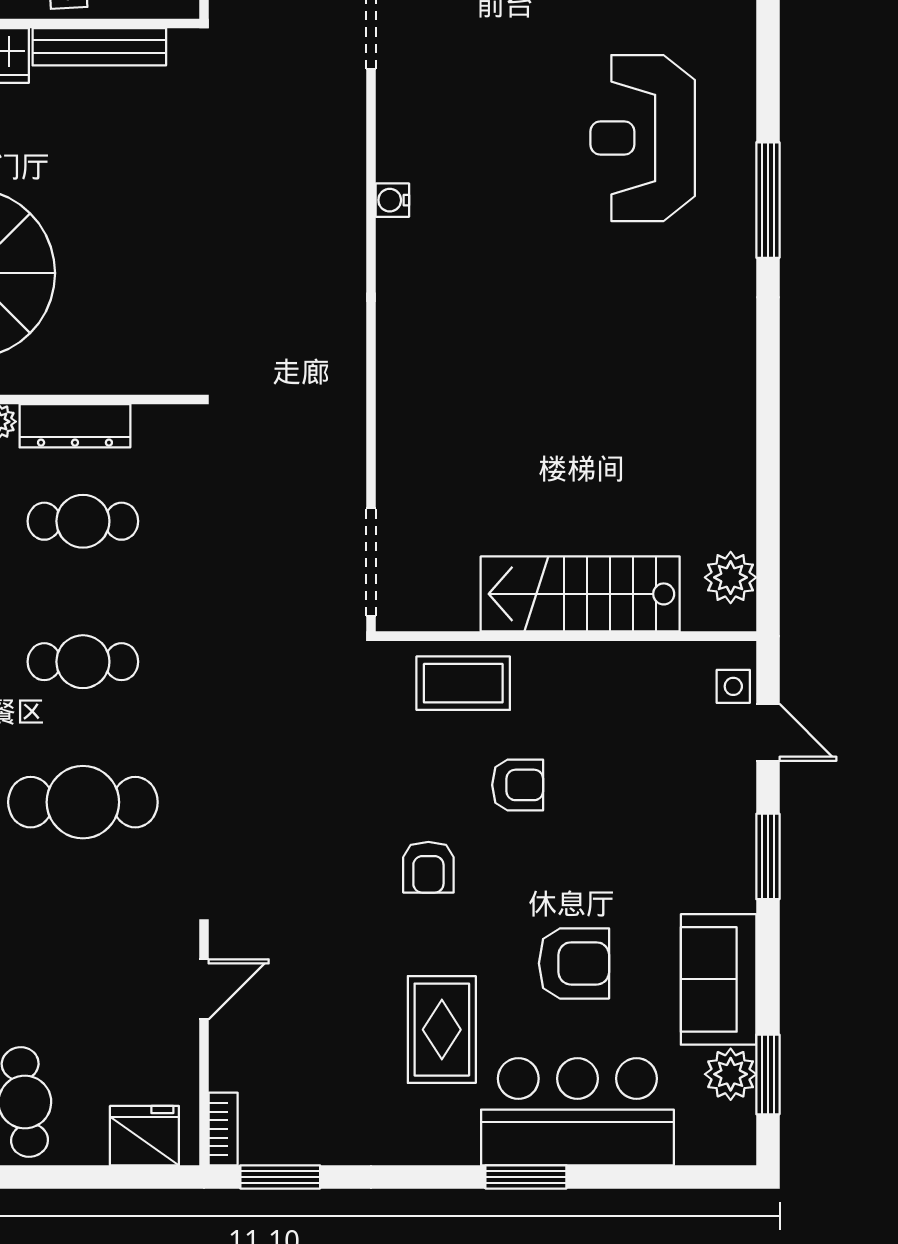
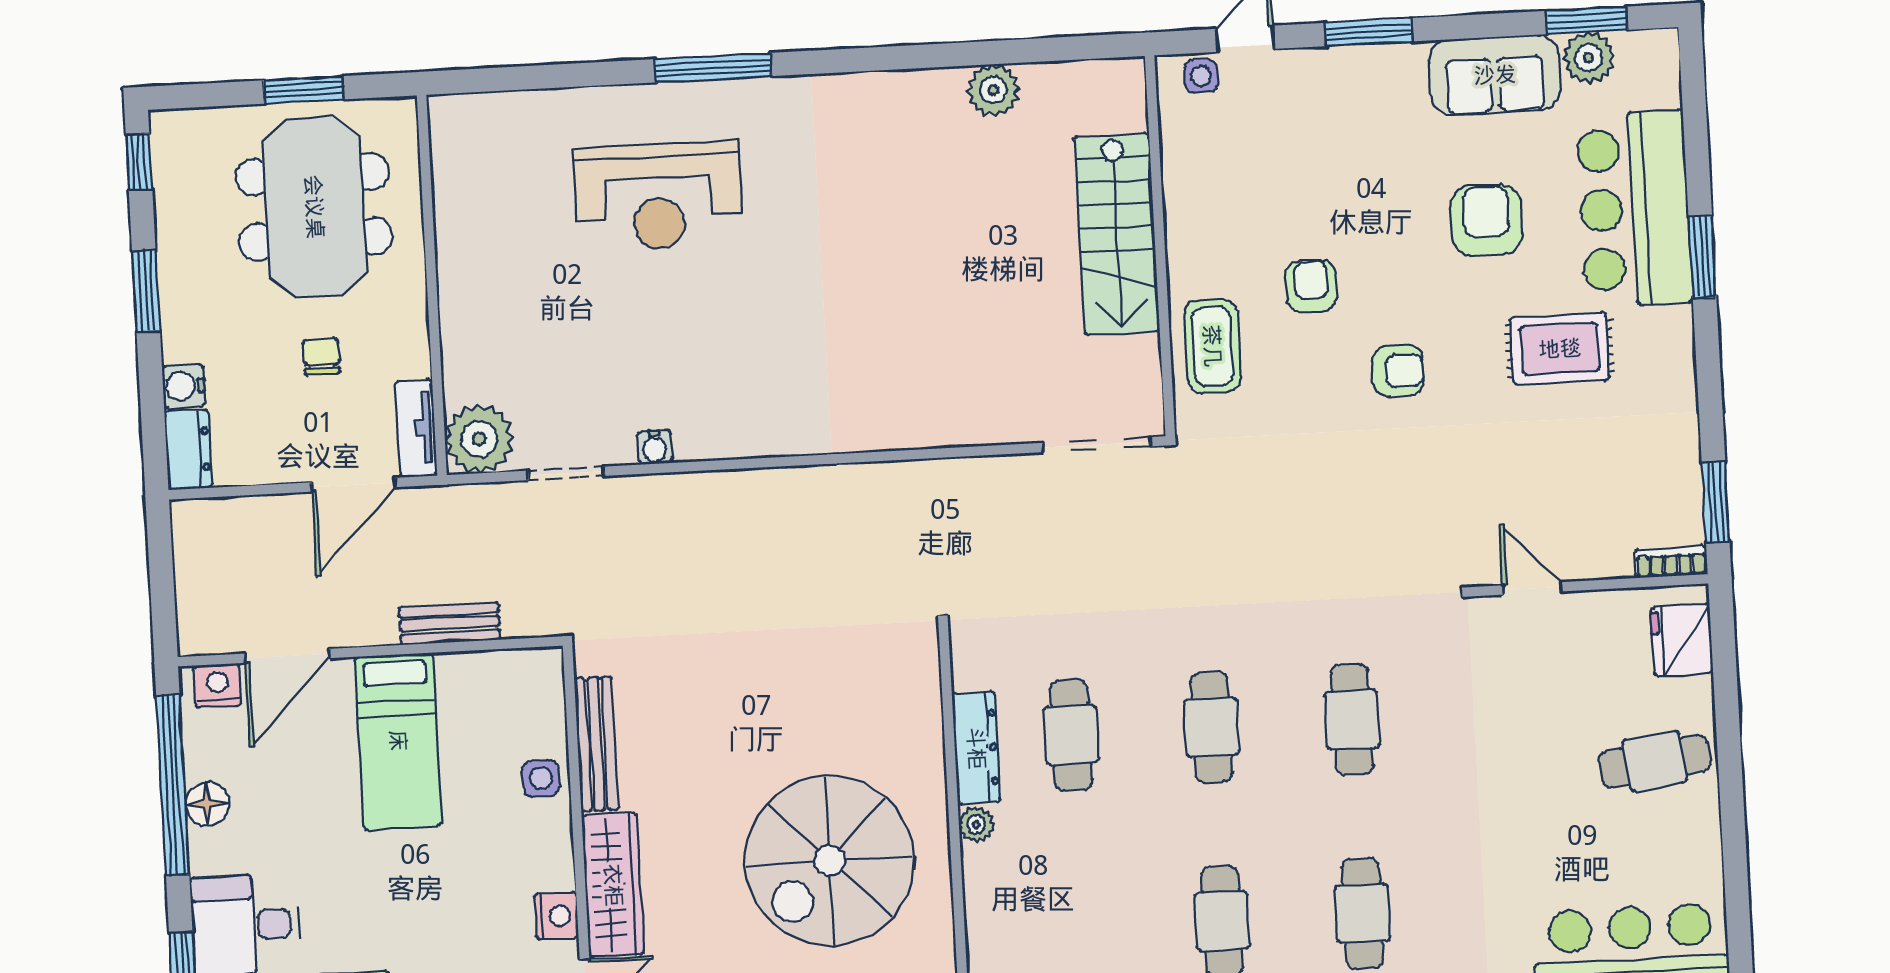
water cooler: (392, 200) -> (655, 447), moved
plant: (731, 577) -> (993, 90), moved
cafe table: (83, 802) -> (1352, 720), width x0.73, depth x0.74

